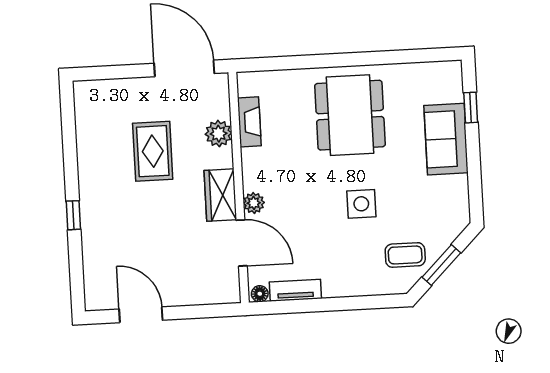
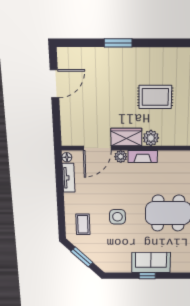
window: (471, 108) -> (147, 276), moved
fireplace: (249, 122) -> (143, 157), moved
plant: (219, 134) -> (151, 138), moved
window: (73, 215) -> (118, 43), width x1.50
coffee table: (405, 255) -> (83, 224), moved

